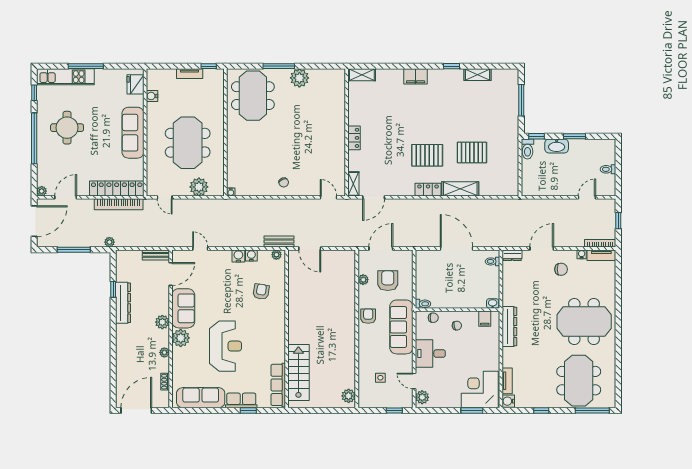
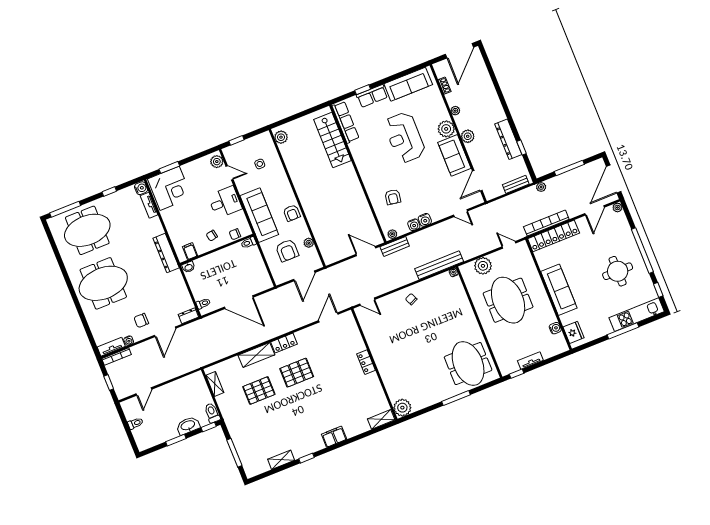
plant: (299, 78) -> (402, 408), moved
shelving: (353, 184) -> (215, 384), moved
bench: (242, 205) -> (439, 265), added
bench: (156, 255) -> (516, 184), moved
meeting table: (579, 381) -> (87, 230), turned 90

